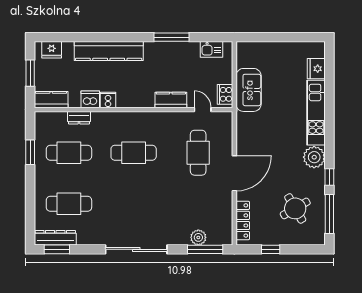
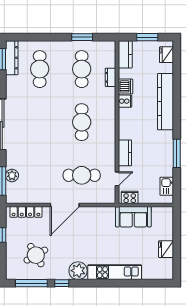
fridge: (316, 69) -> (166, 249), moved, turned -90
door: (234, 173) -> (65, 205), hinge flipped

